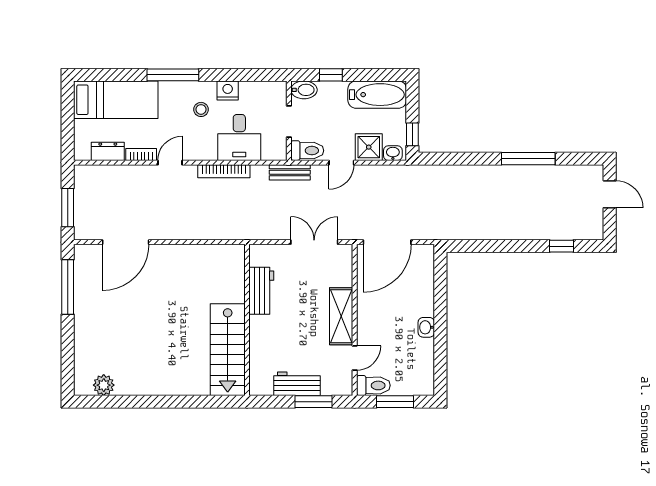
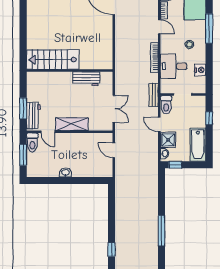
nightstand: (228, 90) -> (200, 70), moved
bidet: (304, 90) -> (201, 103), removed
door: (387, 242) -> (114, 150), width x0.53
workbench: (297, 384) -> (33, 116), moved

